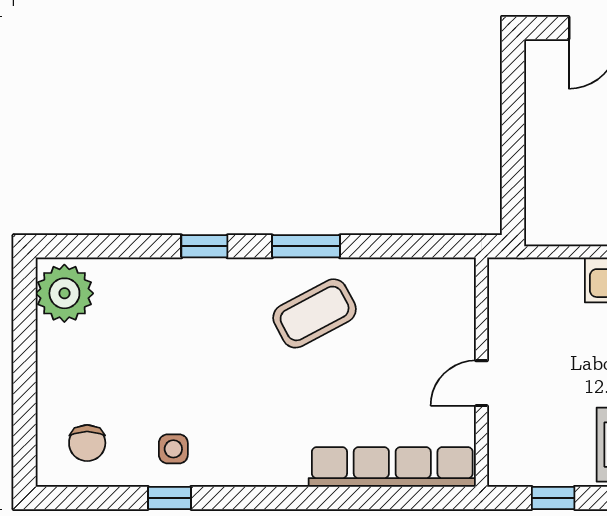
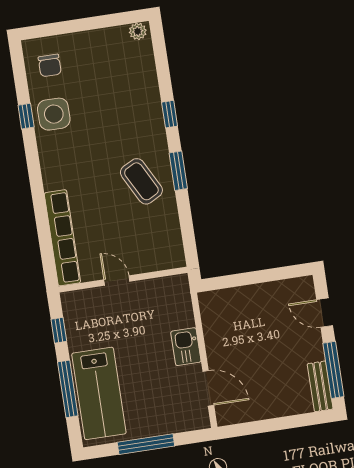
plant: (64, 293) -> (138, 31), width x0.53, depth x0.53
chair: (87, 443) -> (50, 65), turned -90
side table: (173, 449) -> (54, 114), width x1.87, depth x1.87

